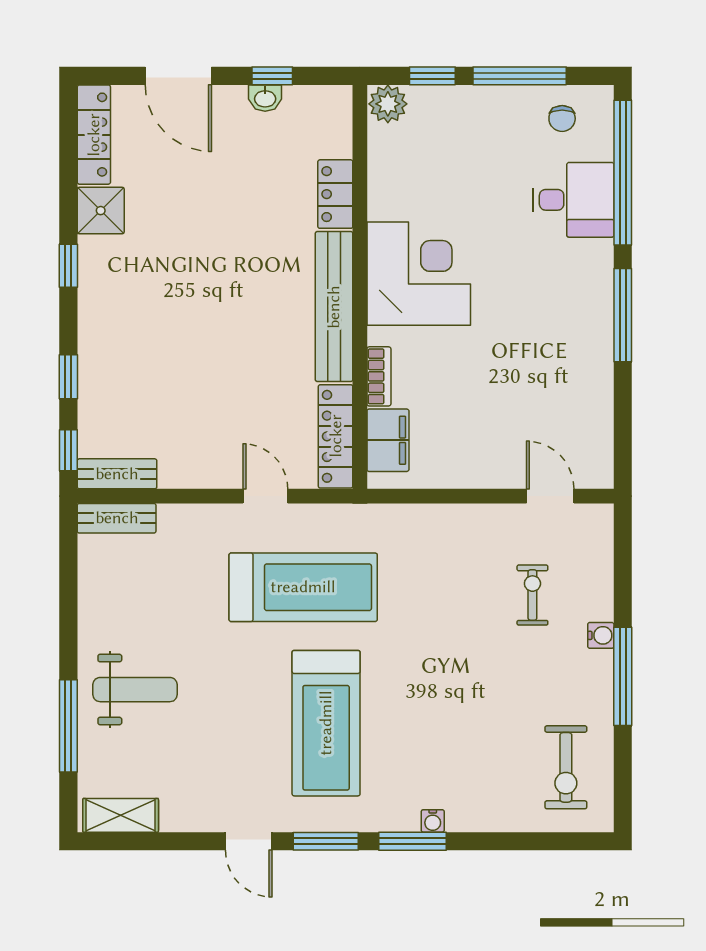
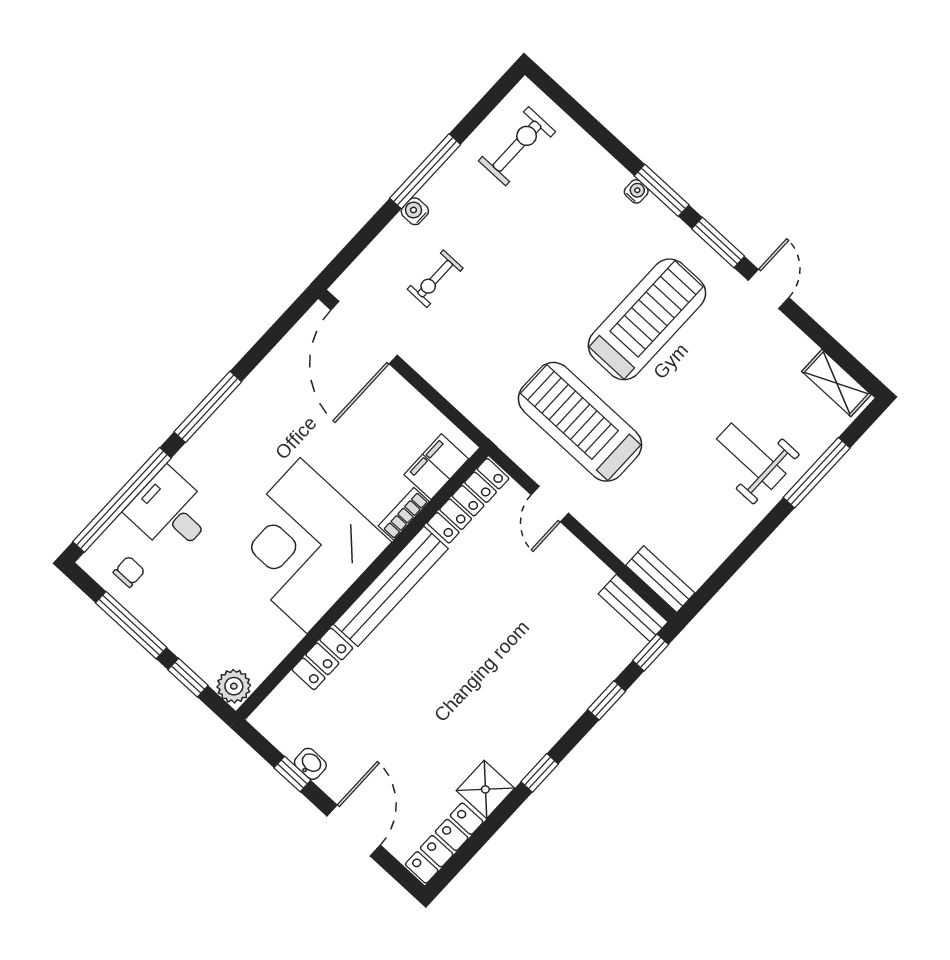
corner desk: (419, 274) -> (304, 546), width x1.36, depth x1.36
door: (550, 496) -> (364, 333), width x1.88

